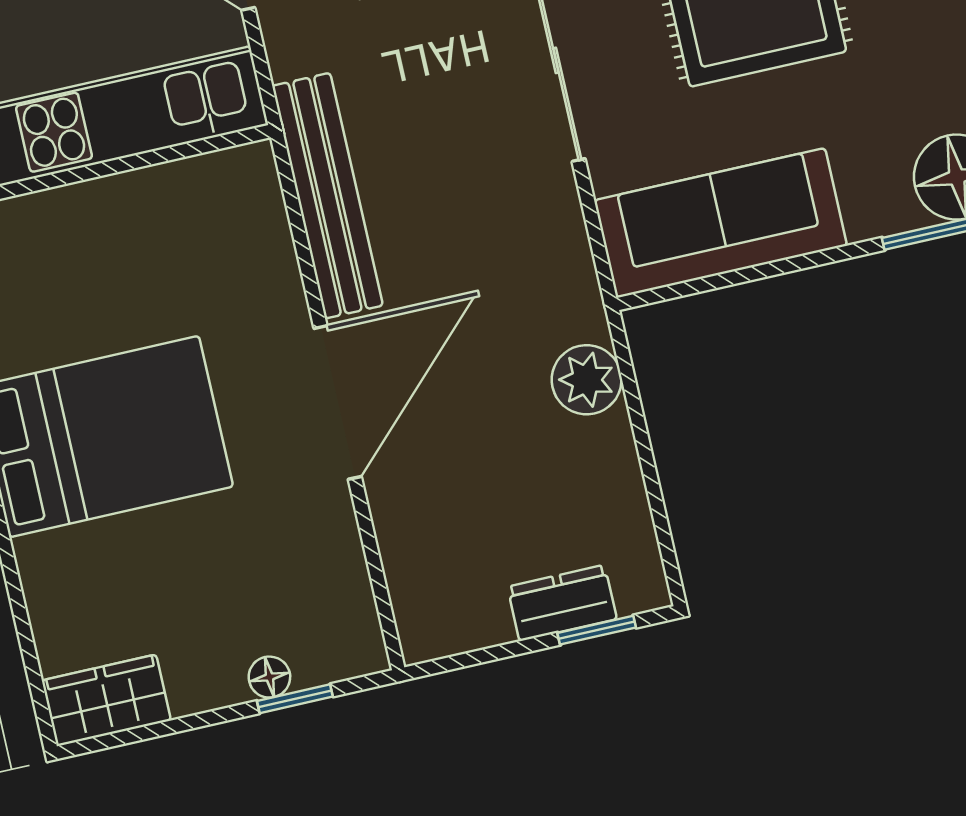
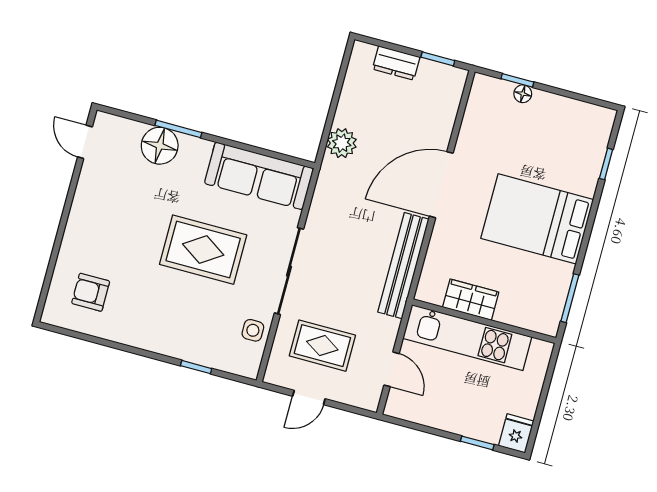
window: (23, 624) -> (606, 164), added
window: (597, 630) -> (438, 59), moved
wardrobe: (106, 700) -> (471, 300), moved, turned 180

